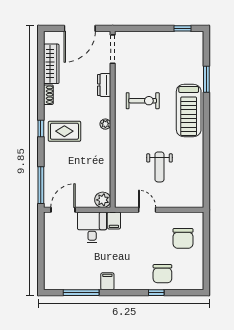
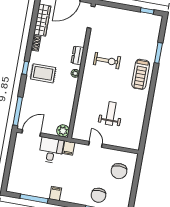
dresser: (104, 85) -> (78, 55), moved
treadmill: (189, 110) -> (141, 74), width x0.73, depth x0.73
weight bench: (159, 167) -> (111, 113), turned 180

